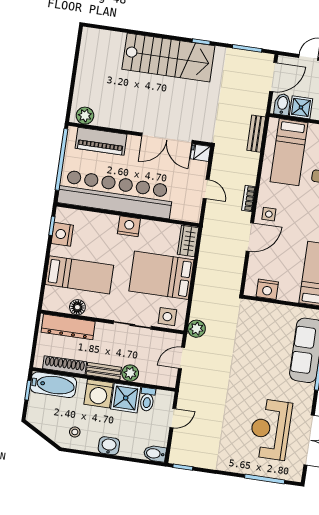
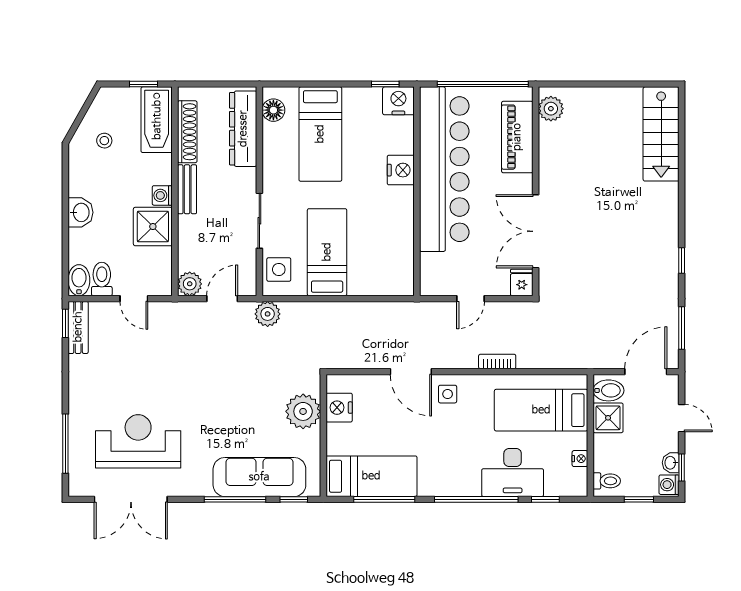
stairs: (168, 57) -> (661, 134), moved, width x0.73, depth x0.66
door: (273, 77) -> (646, 372), swing flipped
bench: (256, 134) -> (78, 327), moved, turned 90
bookcase: (248, 199) -> (497, 361), moved
nightstand: (129, 226) -> (401, 170), moved
nightstand: (62, 234) -> (398, 101), moved
wardrobe: (188, 241) -> (392, 283), removed
bed: (161, 275) -> (327, 252), width x0.67
floor lamp: (77, 307) -> (273, 110), moved
plant: (266, 314) -> (303, 411), added
door: (182, 358) -> (222, 299), hinge flipped
plant: (130, 373) -> (190, 284), moved
washing machine: (99, 394) -> (162, 195), width x0.53, depth x0.53
toilet: (147, 399) -> (102, 279), moved, turned 90
stool: (75, 432) -> (104, 141), moved

